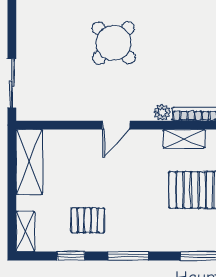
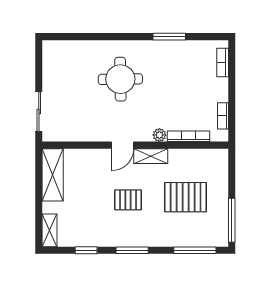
round table: (114, 43) -> (120, 79), turned 45
shelving: (184, 139) -> (151, 156), moved
pallet: (88, 220) -> (128, 200), moved

